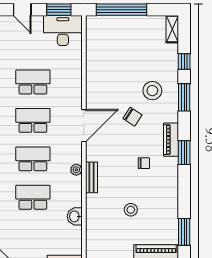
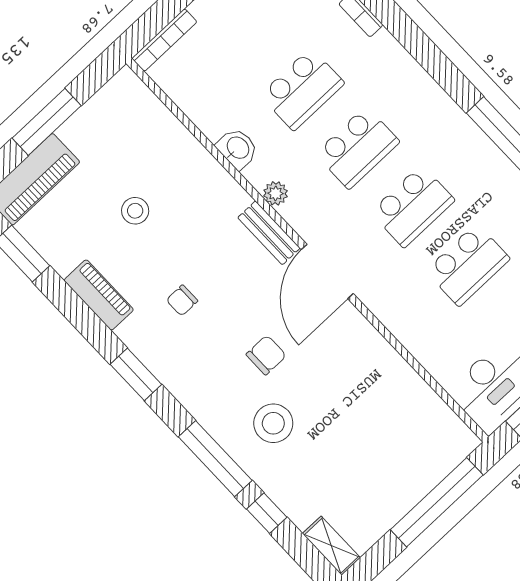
window: (184, 97) -> (215, 459), width x1.44
chair: (132, 117) -> (266, 355), turned 147
piano: (171, 140) -> (99, 295), moved
bench: (92, 177) -> (269, 233), moved
washbasin: (75, 216) -> (237, 148), moved

